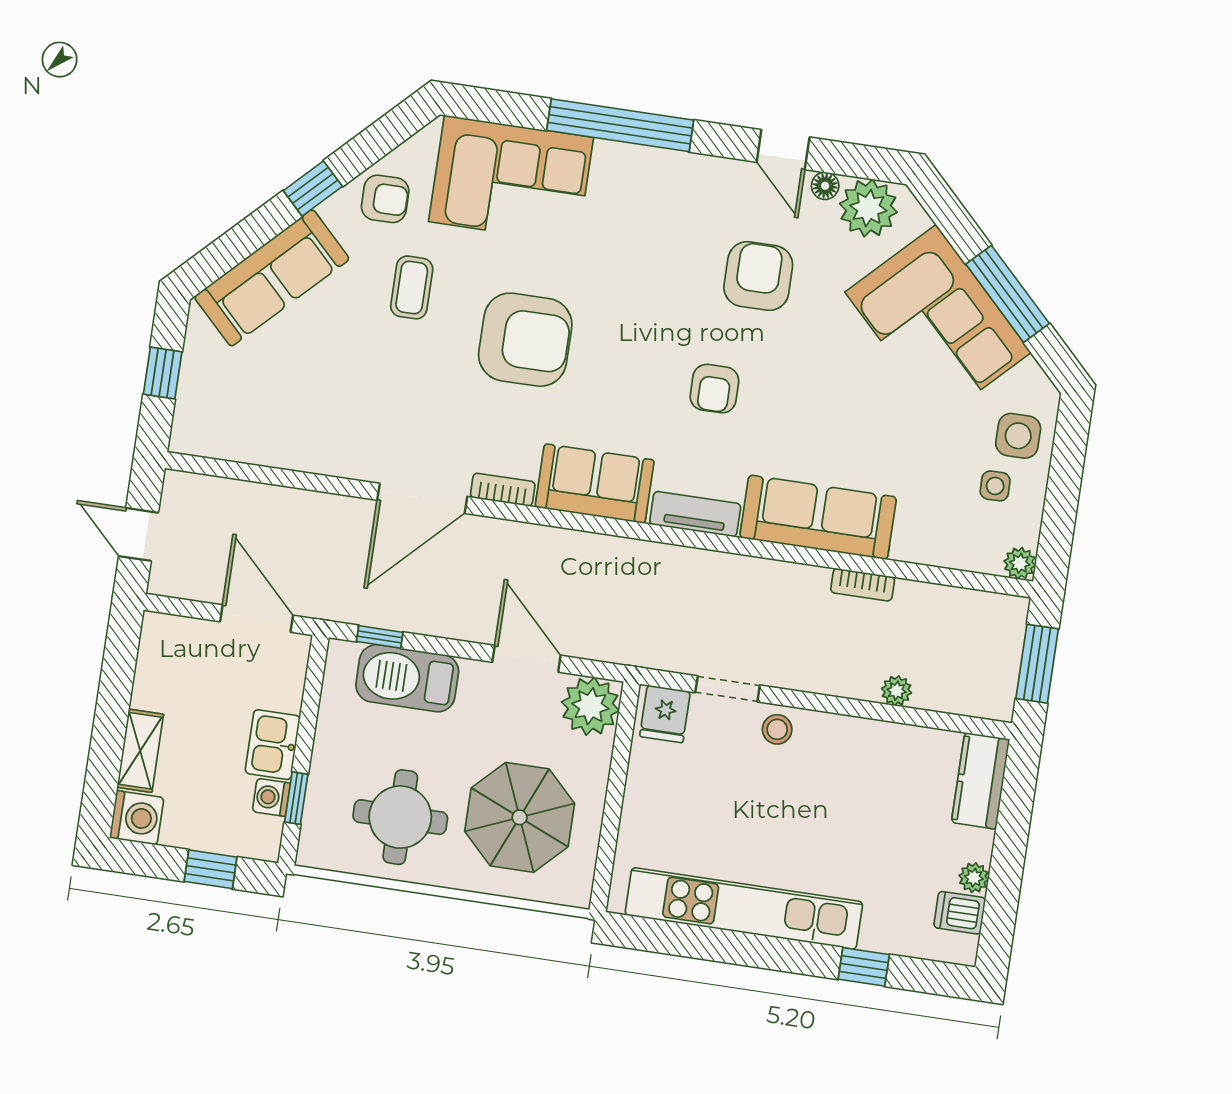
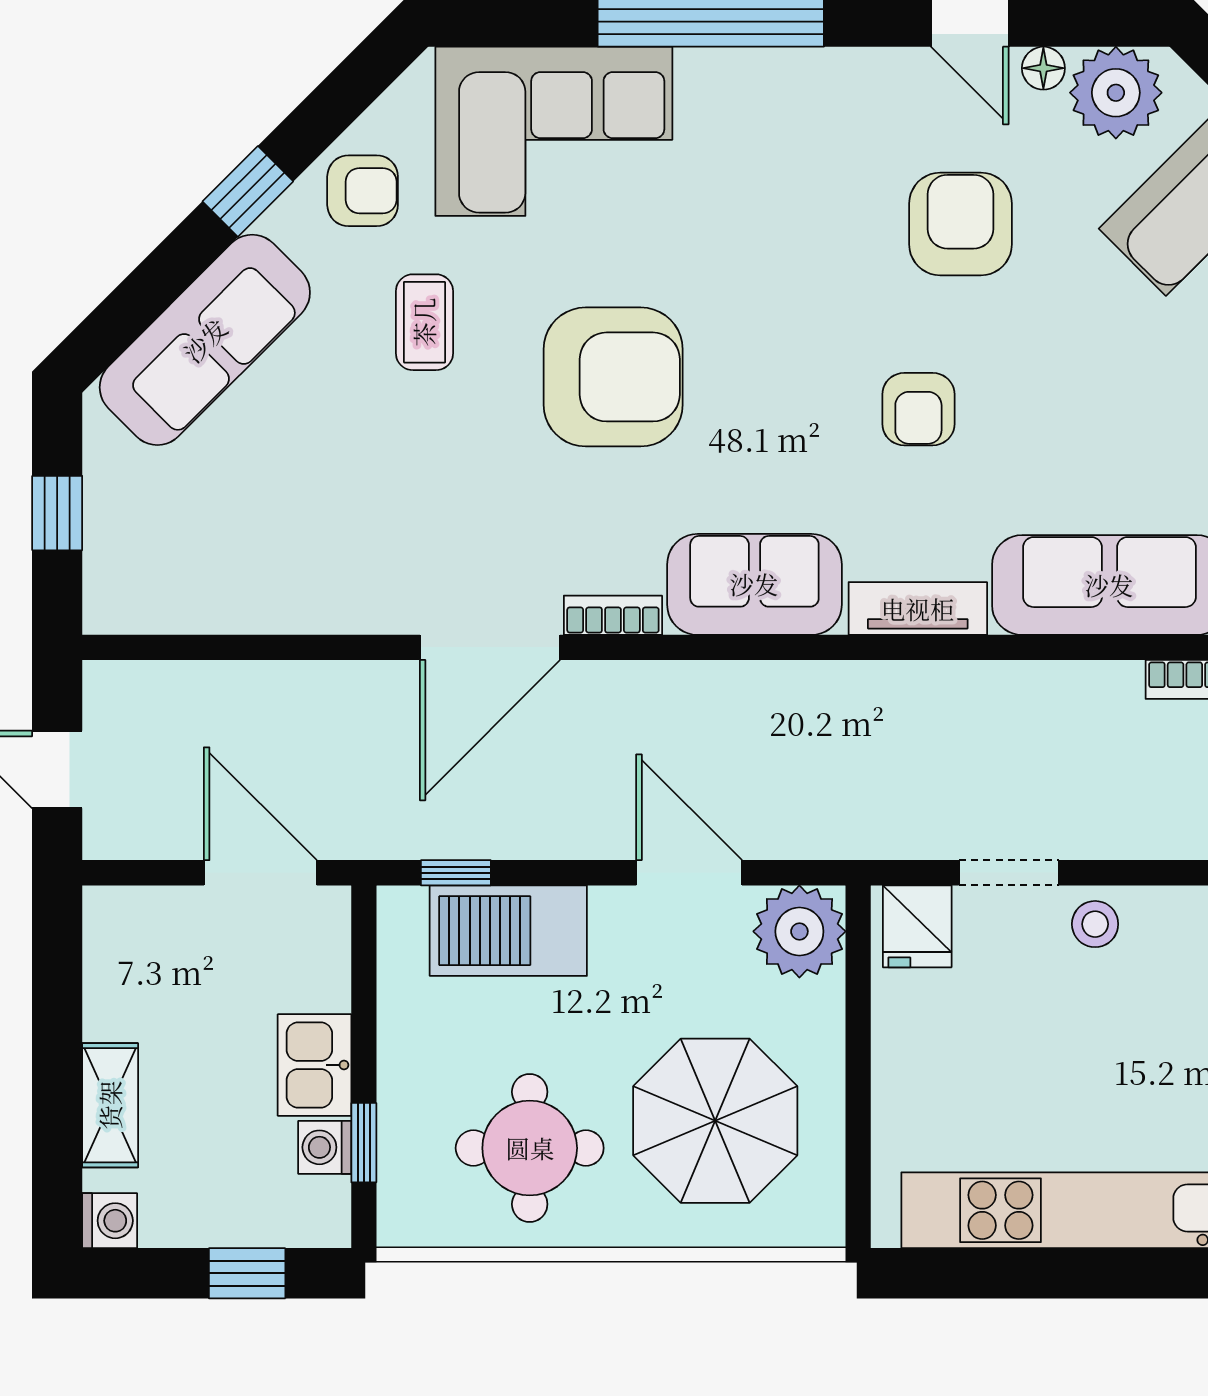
washing machine: (137, 818) -> (110, 1221), width x0.73, depth x0.73

